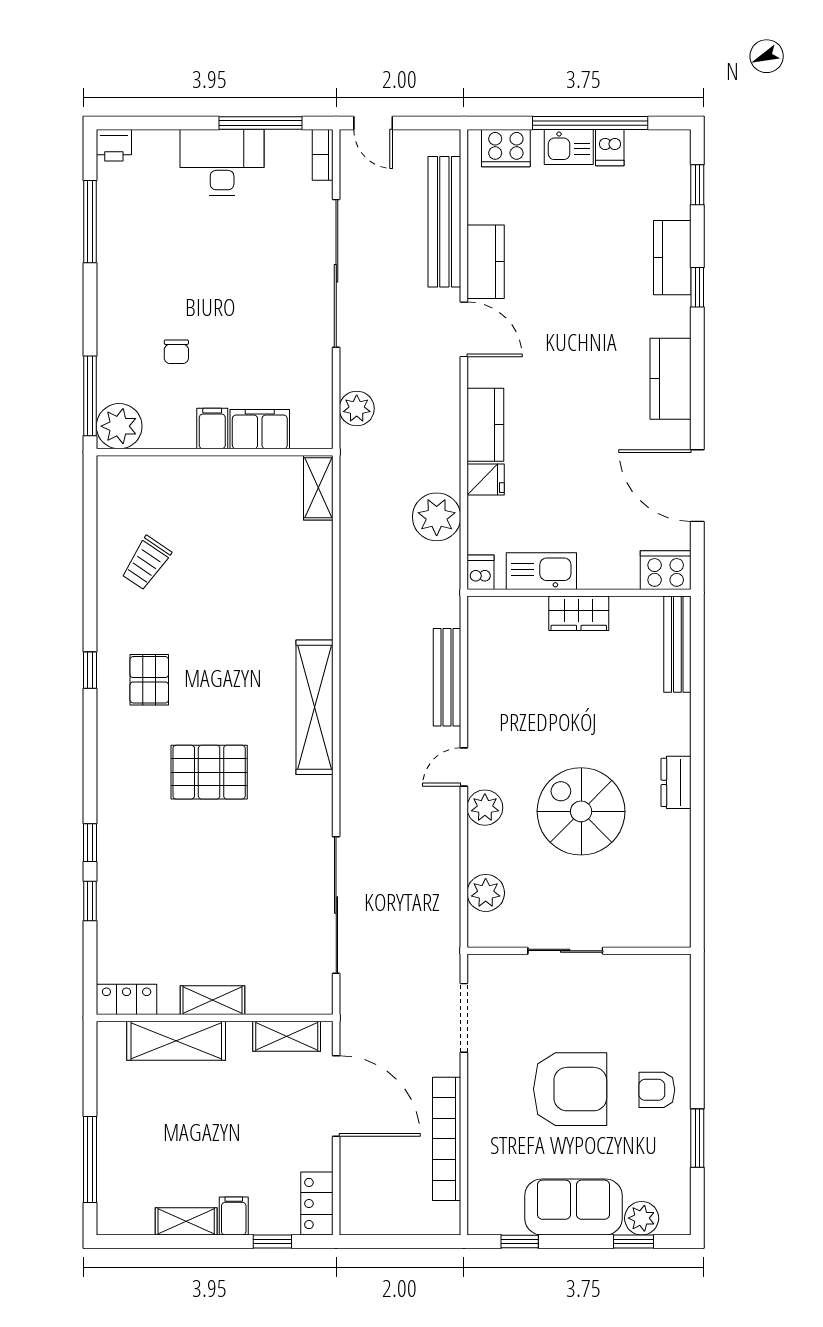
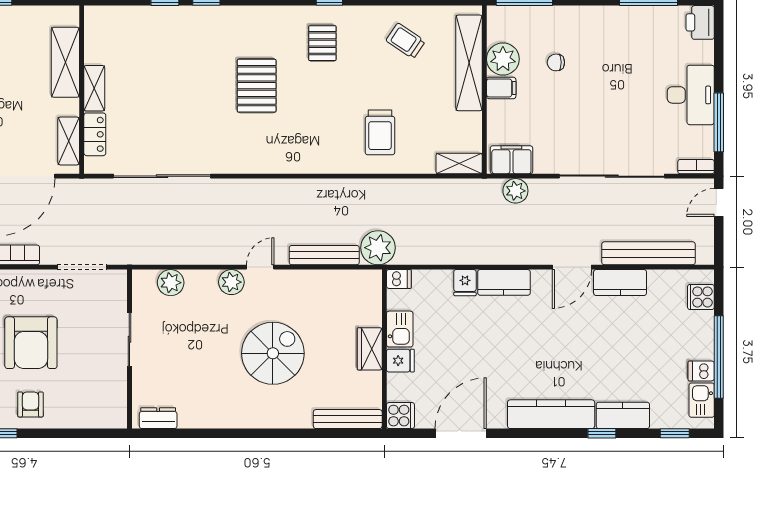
printer: (114, 145) -> (700, 22), width x1.36, depth x1.24
kitchen sink: (569, 147) -> (702, 400), moved
cooker: (506, 148) -> (701, 297), width x0.73
kitchen counter: (670, 379) -> (551, 414), width x1.50
plant: (119, 426) -> (503, 59), moved
filing cabinet: (260, 429) -> (511, 160), moved, turned -90
plant: (437, 517) -> (378, 248), moved
fridge: (595, 570) -> (400, 361), added
cooker: (666, 570) -> (400, 416), width x0.73
kitchen sink: (541, 571) -> (400, 329), width x0.73
trolley: (275, 599) -> (380, 132), added
pallet: (149, 680) -> (322, 43), turned 90
shelving: (315, 707) -> (469, 63), moved, turned 90
door: (464, 767) -> (260, 267), hinge flipped
dresser: (676, 782) -> (158, 418), moved
spiral stairs: (581, 811) -> (273, 353), moved
locker: (127, 999) -> (95, 134), moved

